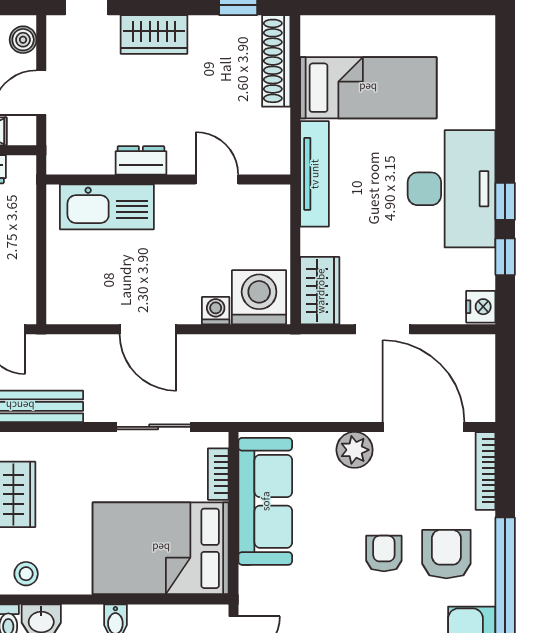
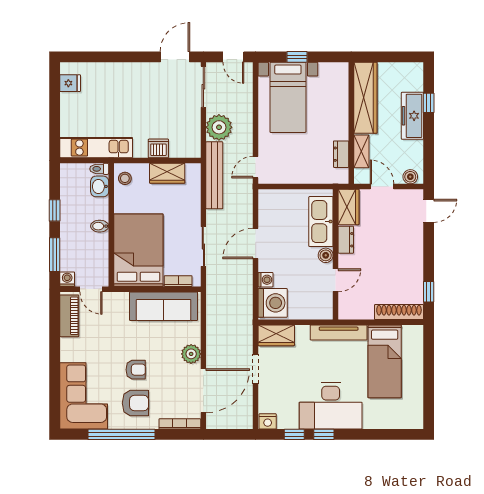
wardrobe: (154, 34) -> (349, 207), moved, turned 180
boiler: (170, 198) -> (326, 255), added

